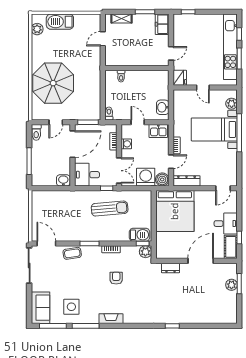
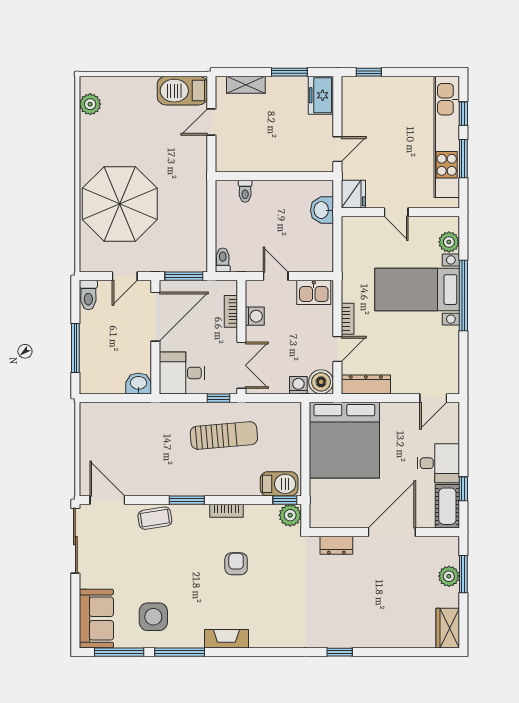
barbecue: (60, 22) -> (182, 91), moved
washbasin: (163, 107) -> (322, 210), moved
washing machine: (146, 177) -> (298, 385), width x0.53, depth x0.53
wardrobe: (231, 313) -> (448, 628), added

